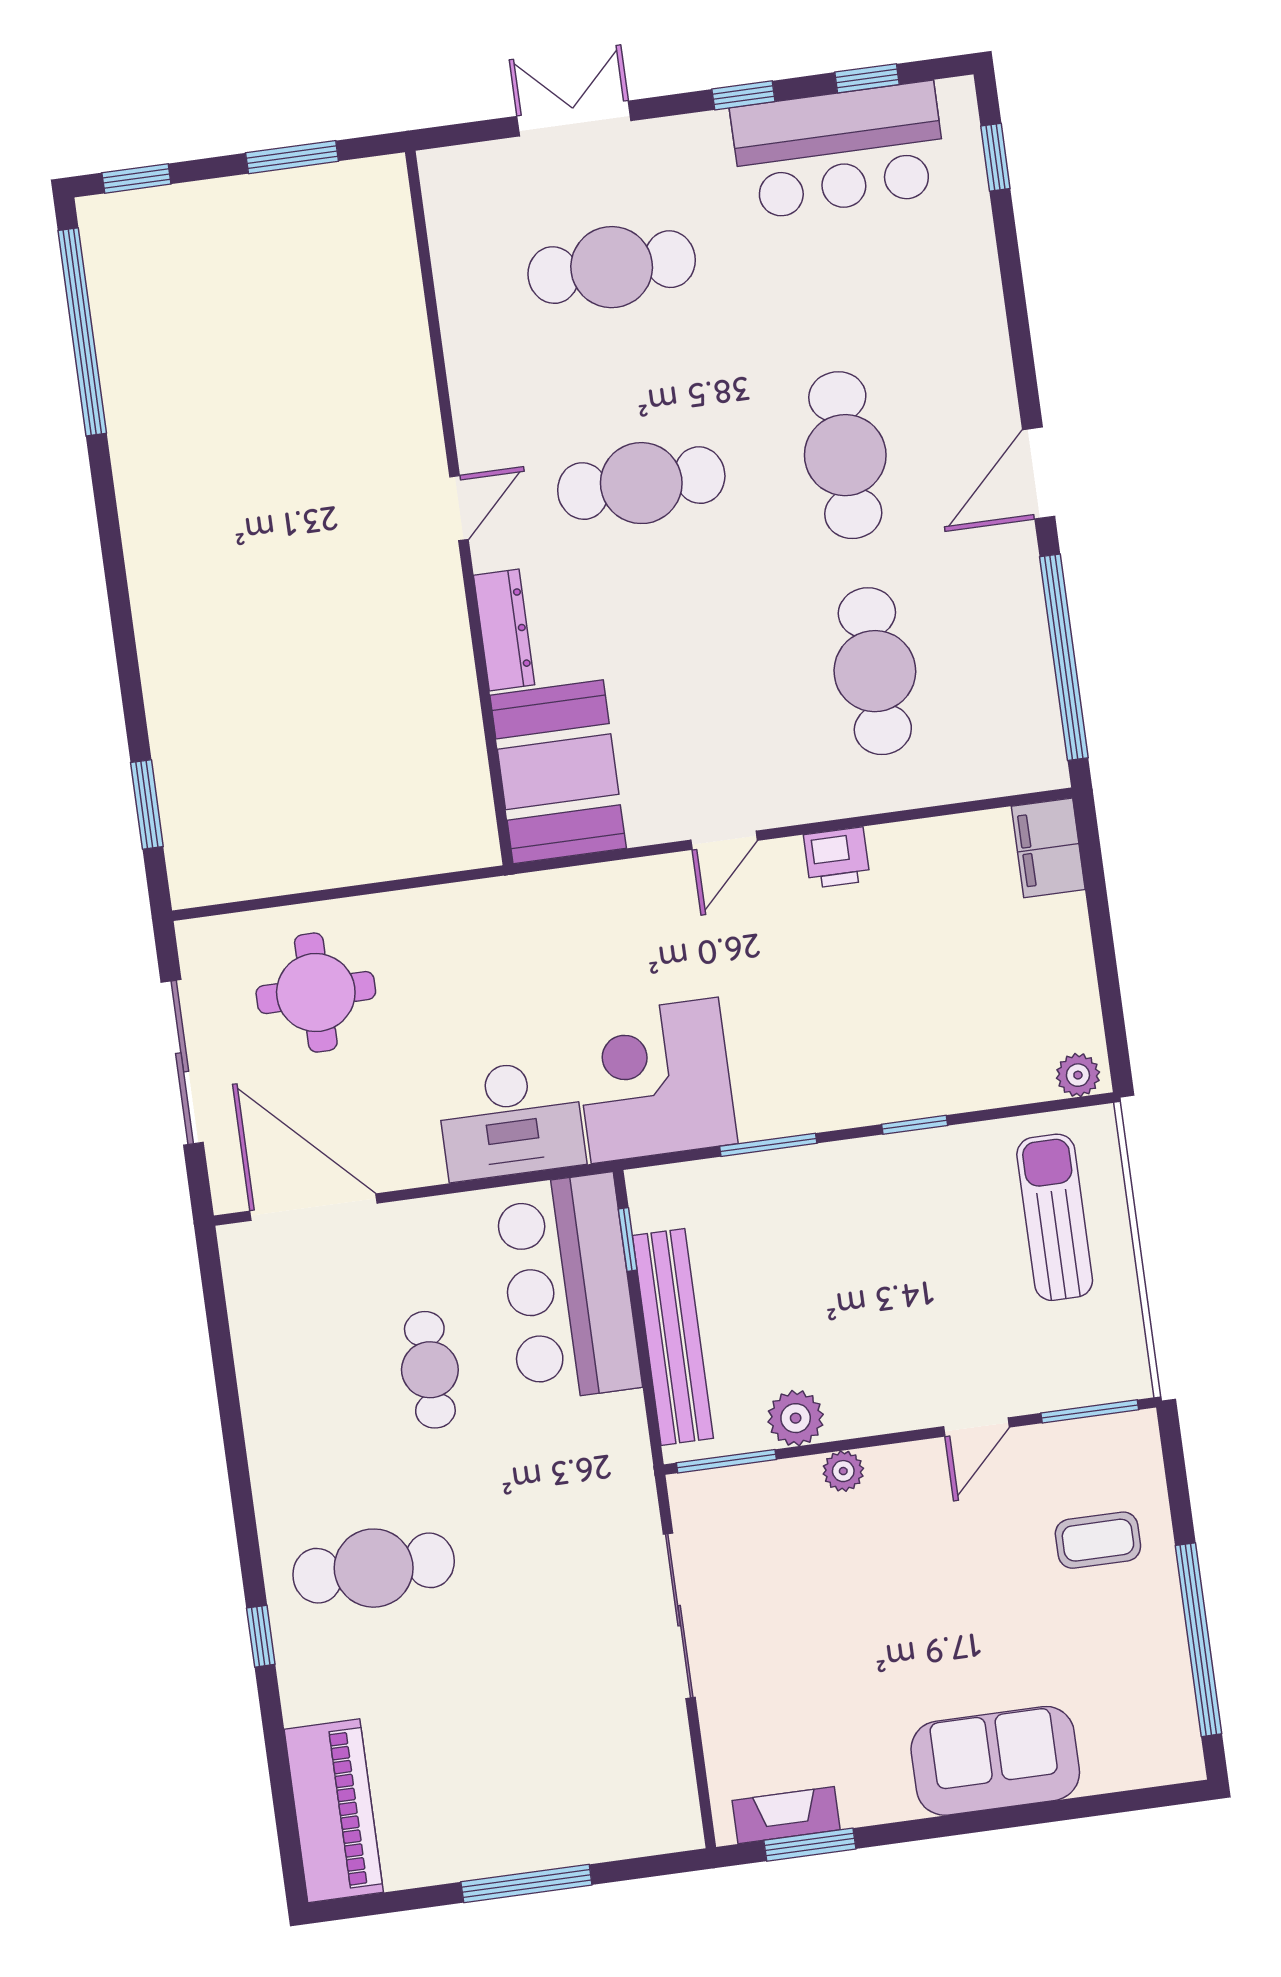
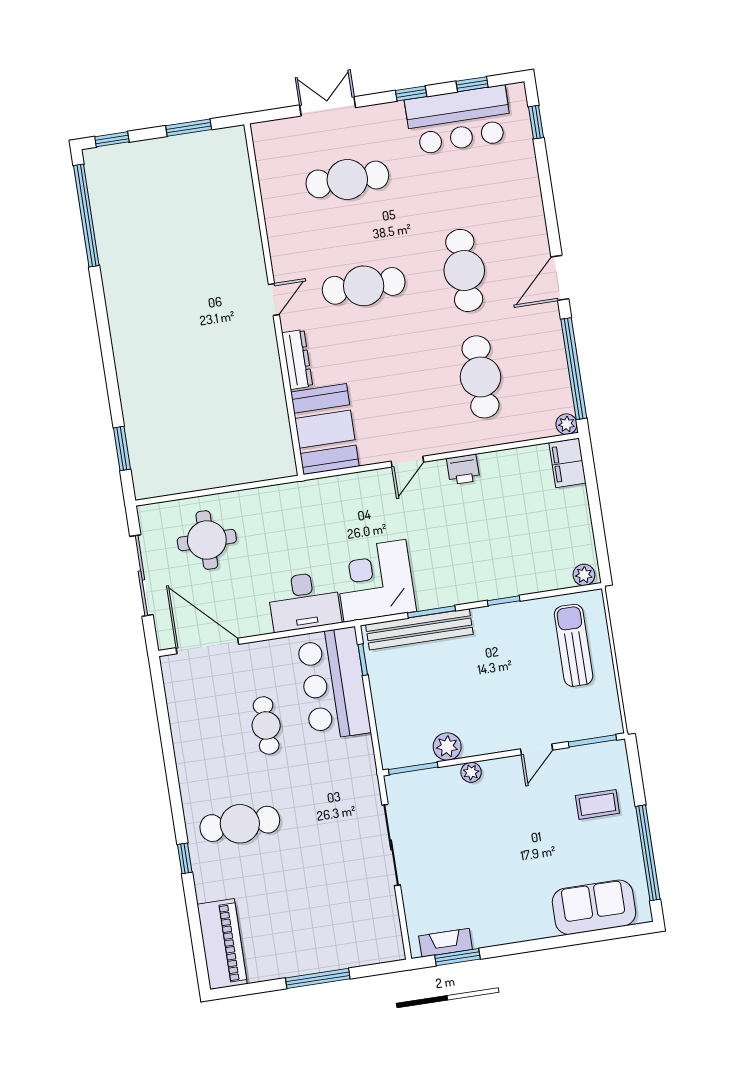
plant: (1047, 769) -> (566, 424), added
bench: (673, 1337) -> (419, 629), moved, turned 90
sofa: (995, 1761) -> (594, 907), moved

